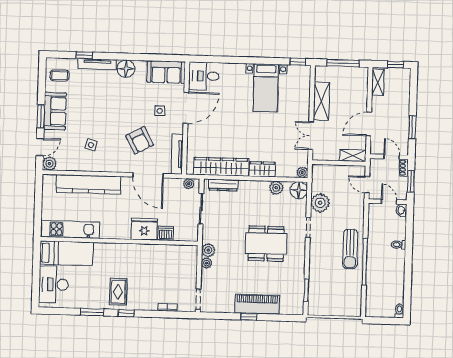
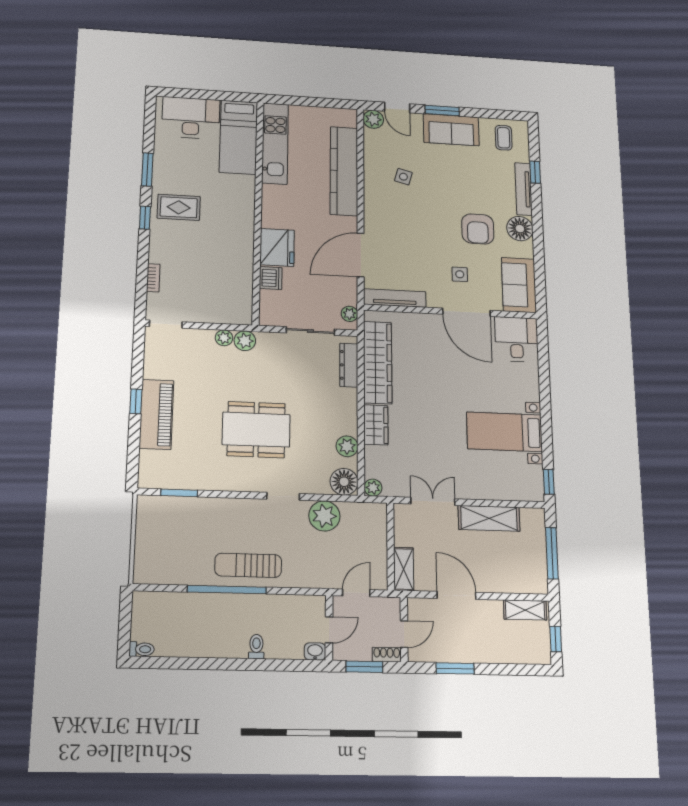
armchair: (140, 140) -> (478, 229), moved, turned -62
dining table: (266, 244) -> (256, 430), turned 90

